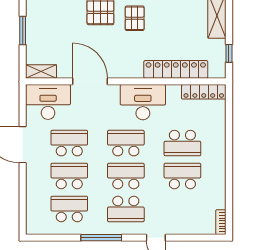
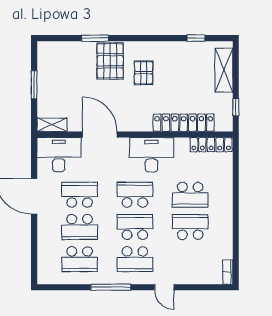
school desk: (69, 176) -> (80, 227), turned 180
school desk: (69, 209) -> (80, 259), turned 180

